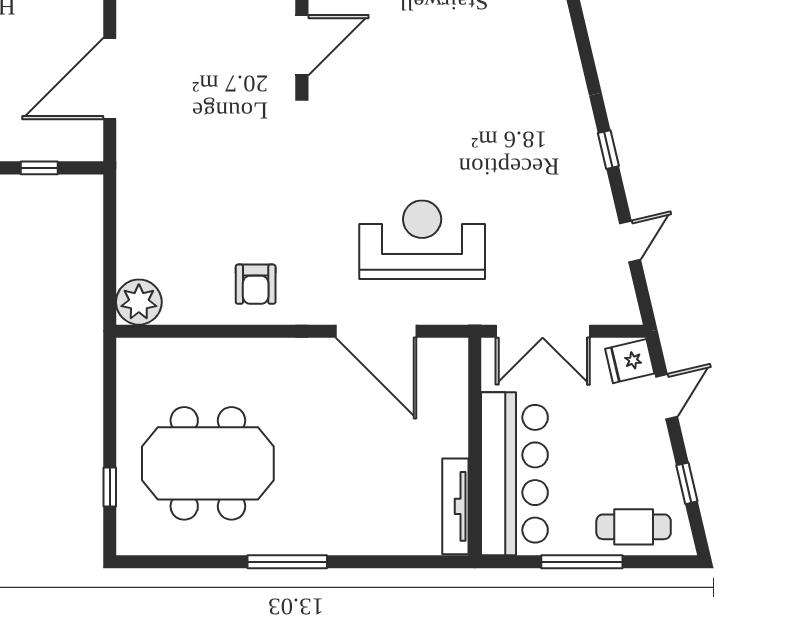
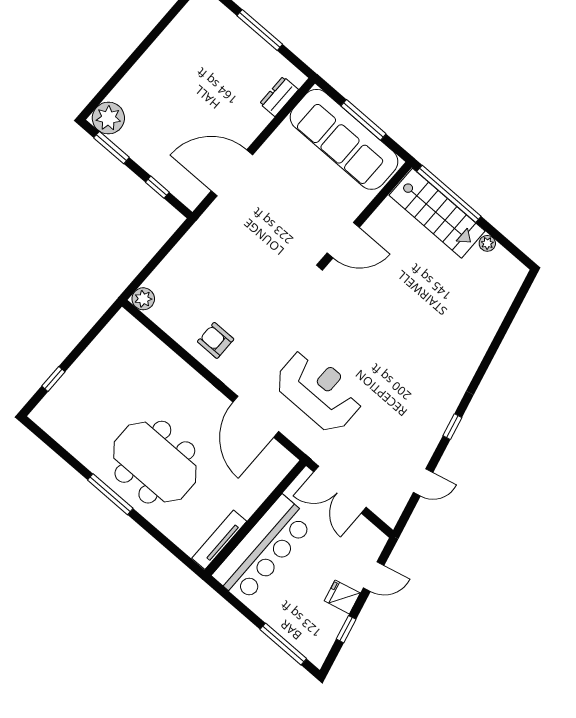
armchair: (256, 284) -> (216, 340), turned 90
plant: (139, 302) -> (143, 299), width x0.73, depth x0.73
fridge: (630, 361) -> (342, 597), moved
meeting table: (208, 463) -> (155, 462), moved
cafe table: (634, 527) -> (300, 628), removed
window: (582, 562) -> (283, 644), moved

